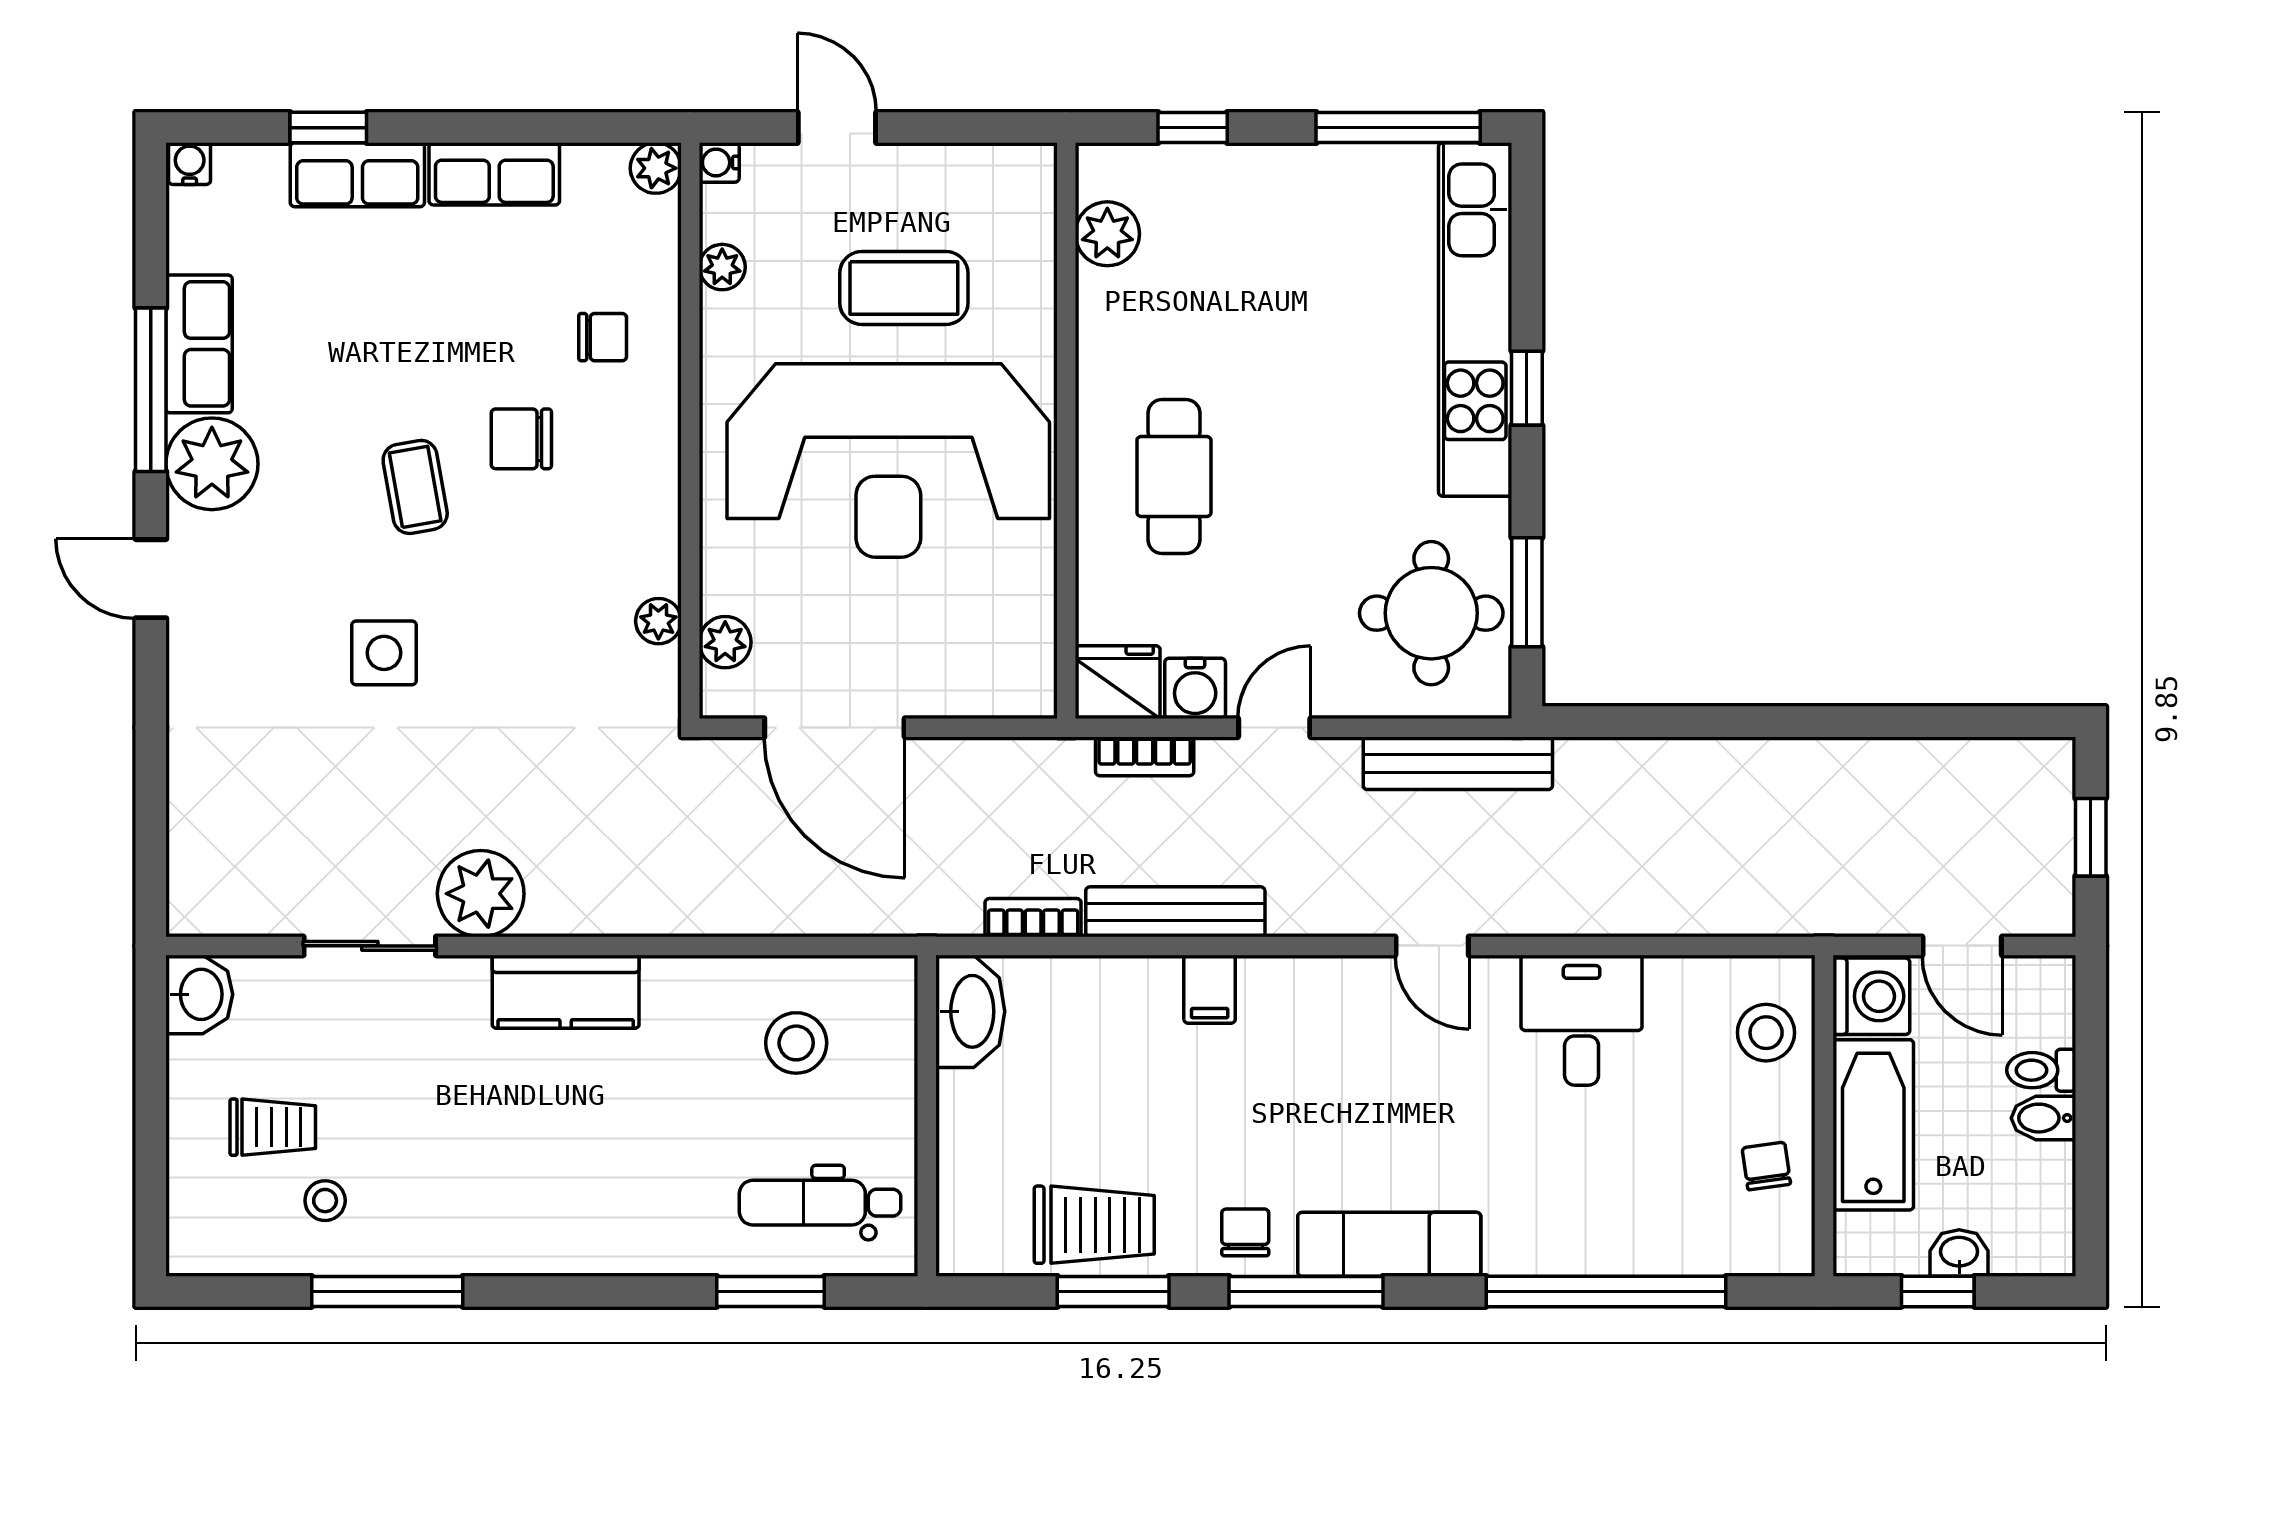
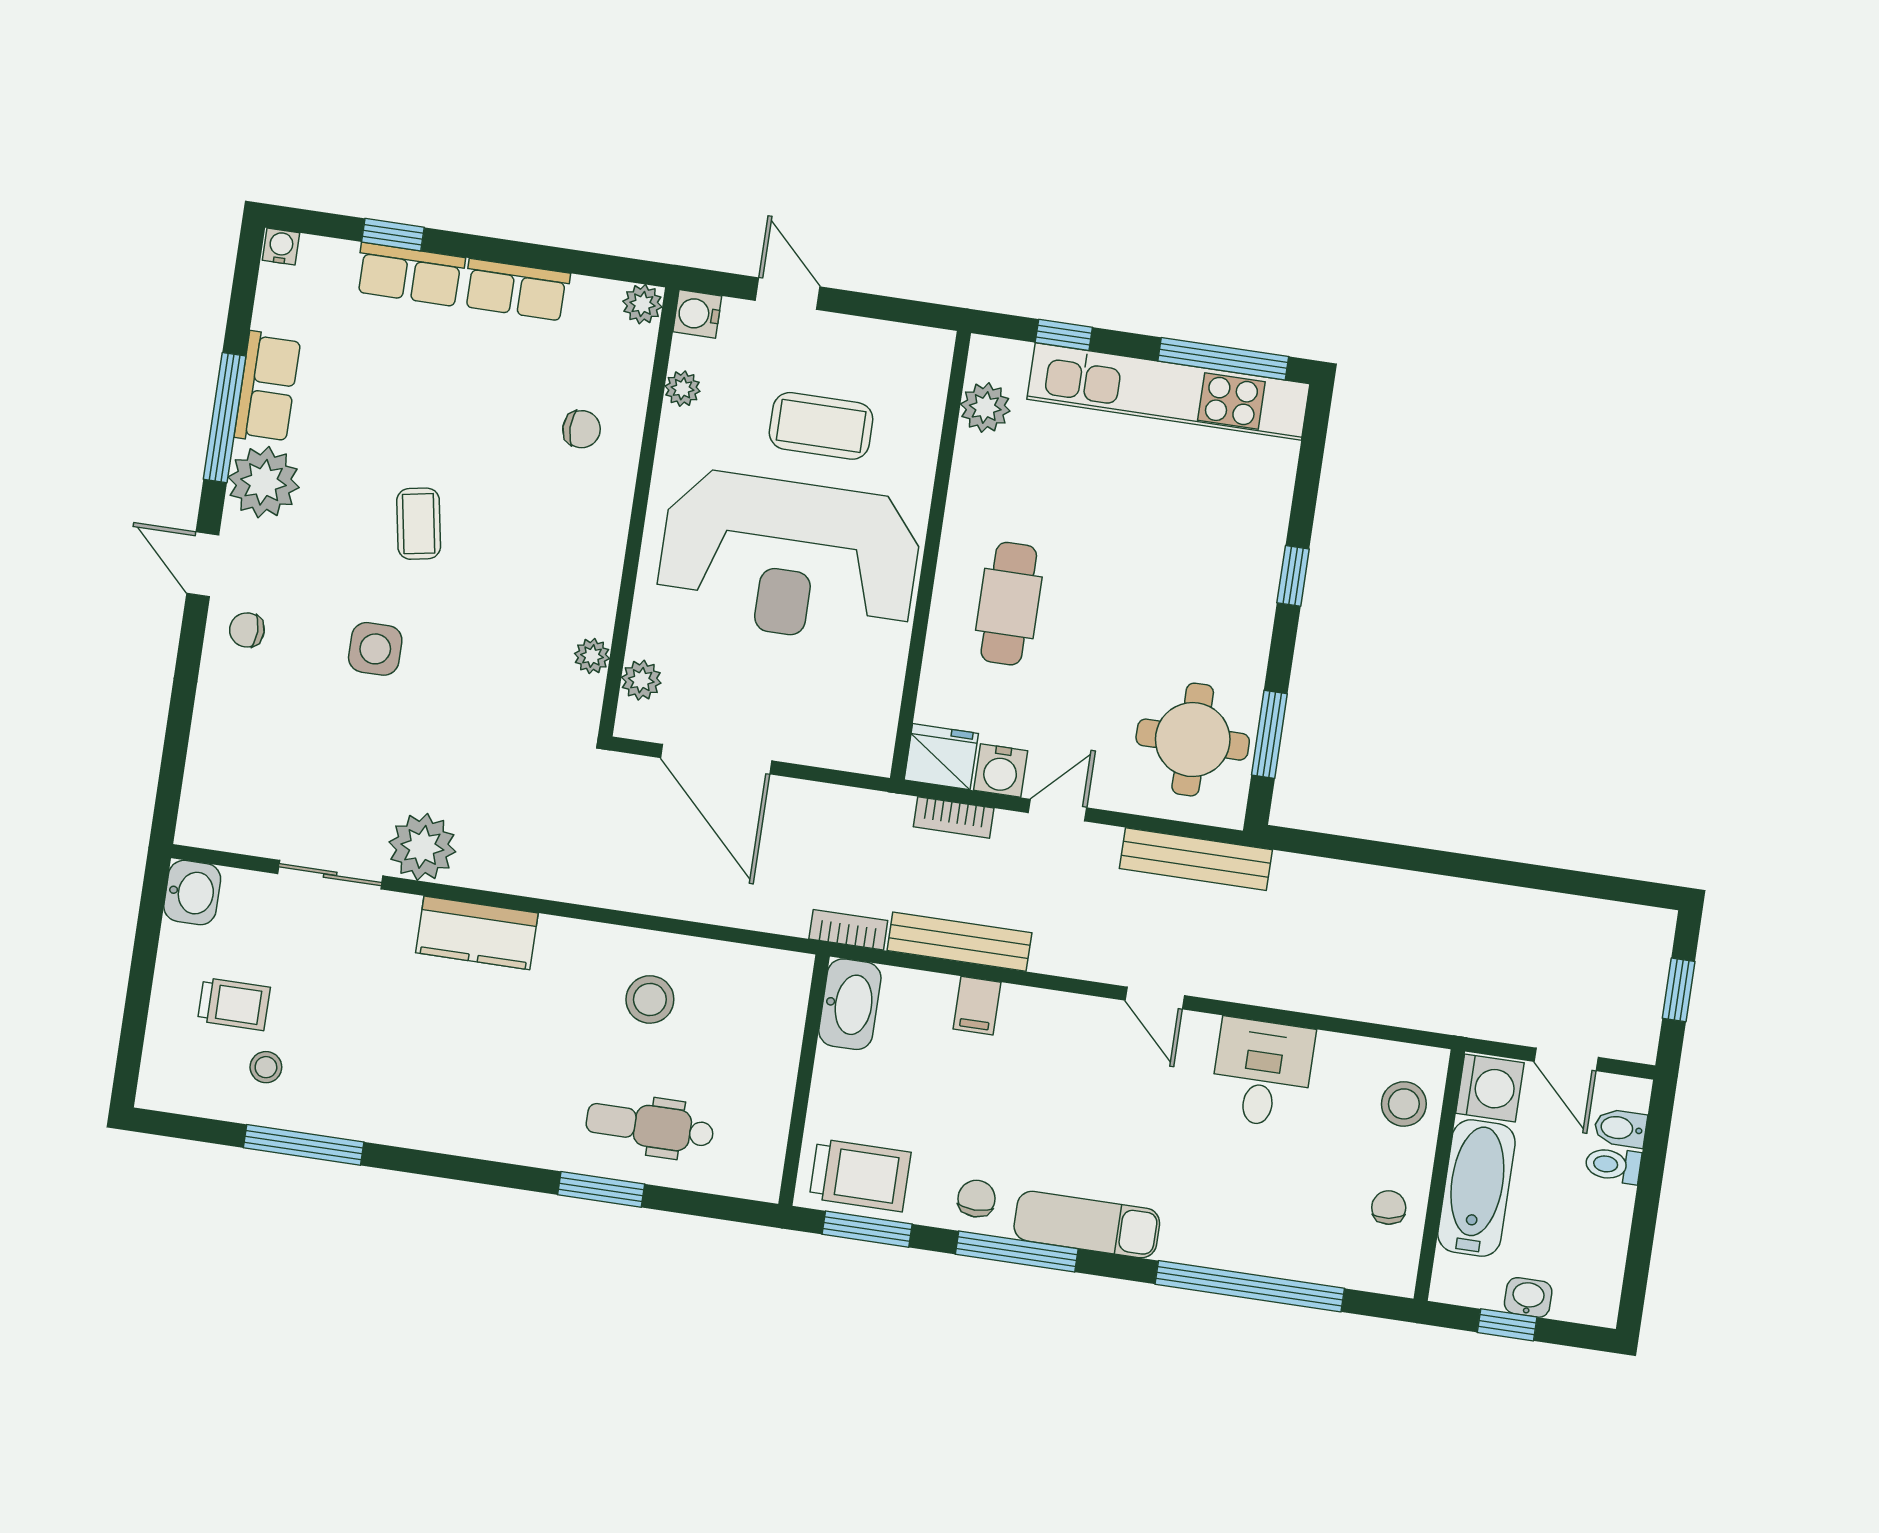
water cooler: (719, 162) -> (697, 314), width x1.38, depth x1.38
kitchen unit: (1475, 319) -> (1168, 392), moved, turned -90
chair: (521, 439) -> (247, 630), moved, width x0.73, depth x0.73
washbasin: (970, 1011) -> (850, 1004), moved
wall: (927, 1116) -> (804, 1080), moved
bidet: (2043, 1118) -> (1620, 1128), moved

